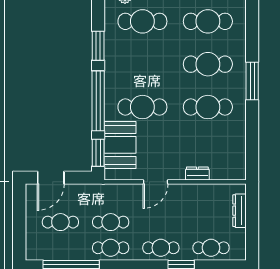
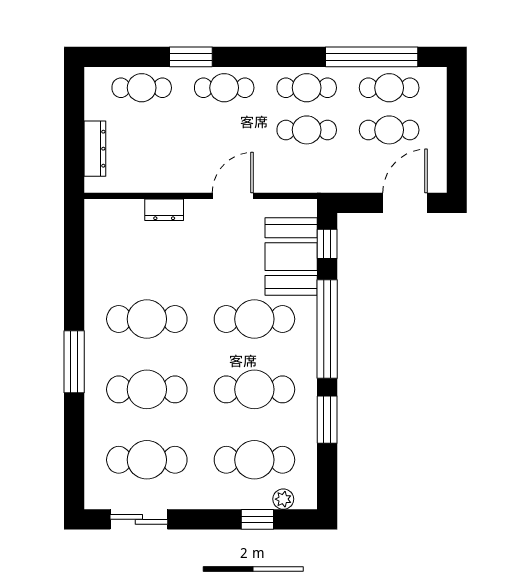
cafe table: (142, 64) -> (254, 389), added
window: (98, 153) -> (327, 244), width x0.67
cafe table: (60, 248) -> (389, 88), added

